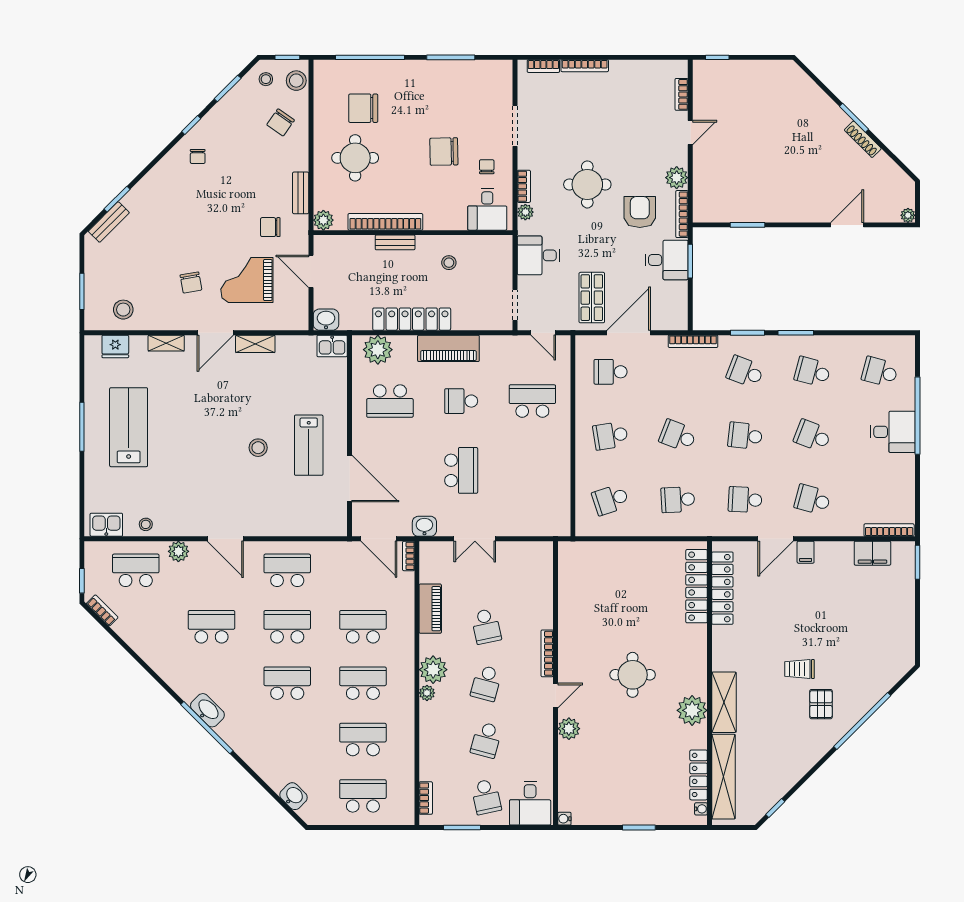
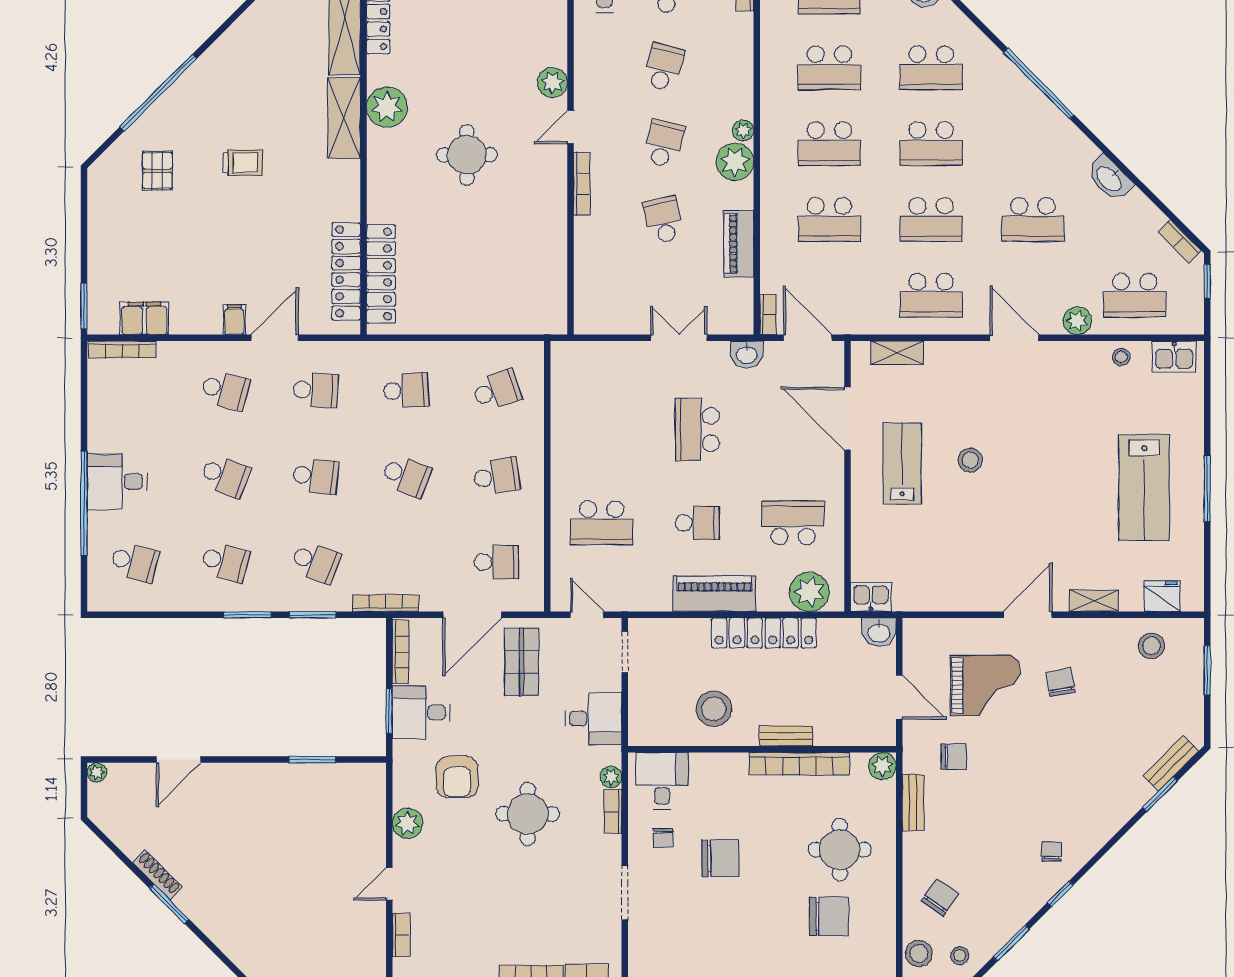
bookcase: (682, 214) -> (401, 652), moved
stool: (449, 263) -> (714, 709), width x1.89, depth x1.89
shelving: (255, 344) -> (897, 353), moved
pallet: (821, 704) -> (157, 171), moved
washbasin: (207, 710) -> (1110, 178), moved
school desk: (287, 740) -> (931, 68), added

